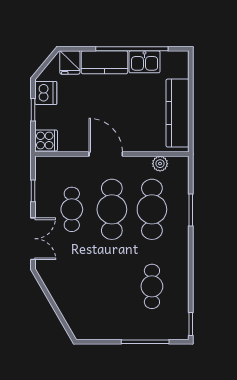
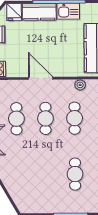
cafe table: (112, 209) -> (45, 118), width x0.73, depth x0.74
cafe table: (152, 209) -> (75, 118), width x0.73, depth x0.74

